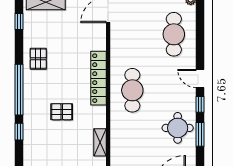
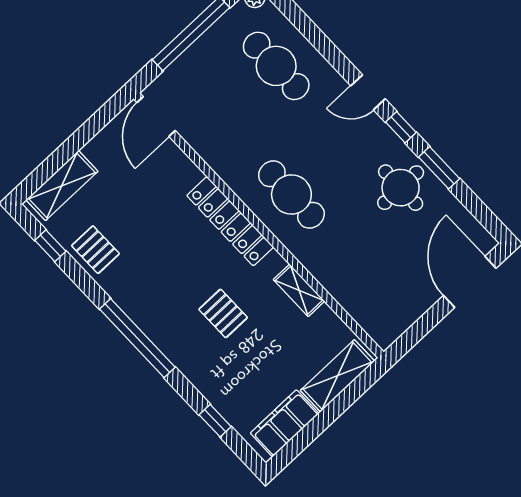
pallet: (38, 59) -> (95, 250), moved
pallet: (62, 112) -> (223, 313), turned 90
window: (19, 132) -> (215, 421), moved
shelving: (100, 142) -> (299, 290), moved

